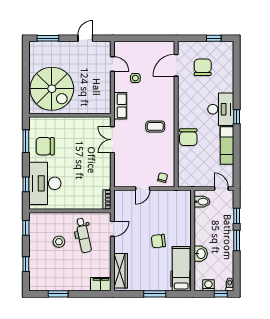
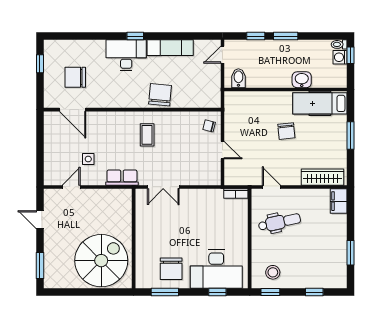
chair: (188, 137) -> (160, 95), turned -85
stool: (59, 242) -> (273, 272), moved
washing machine: (208, 285) -> (340, 57), moved

